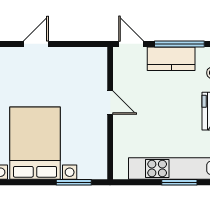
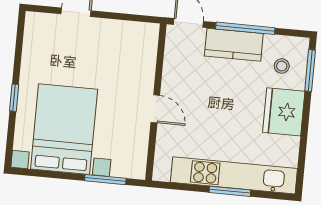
door: (110, 103) -> (155, 109), moved

